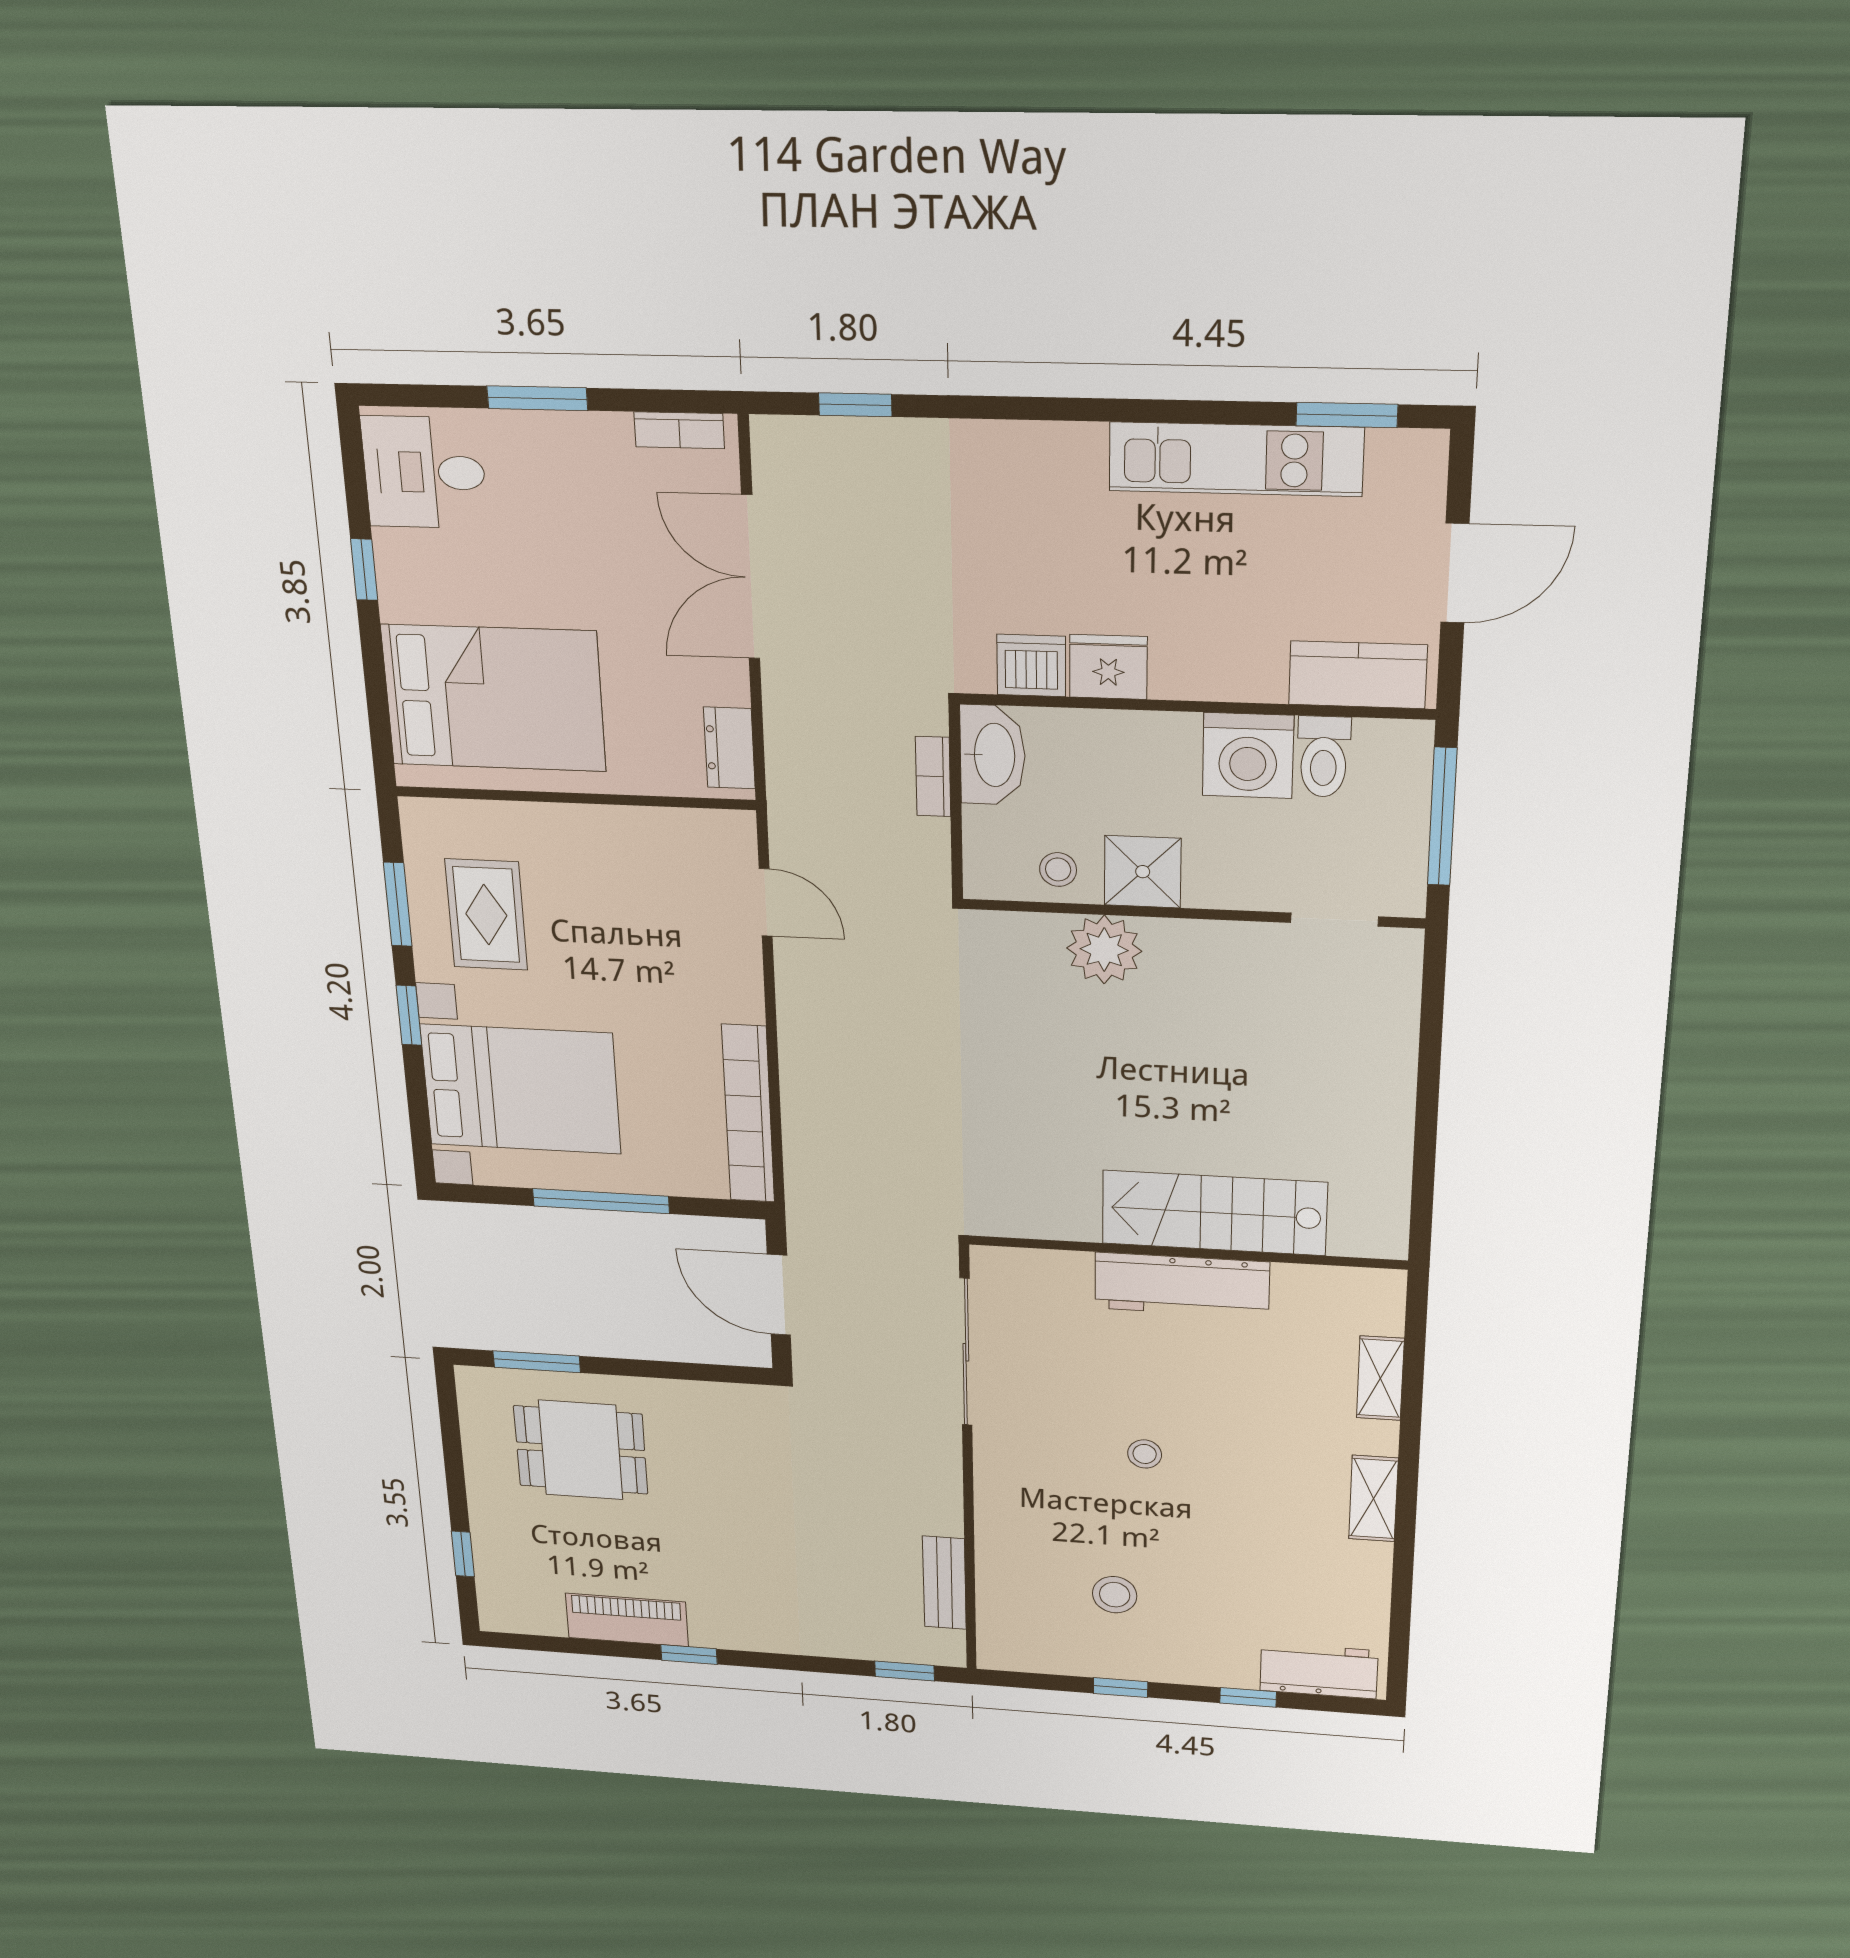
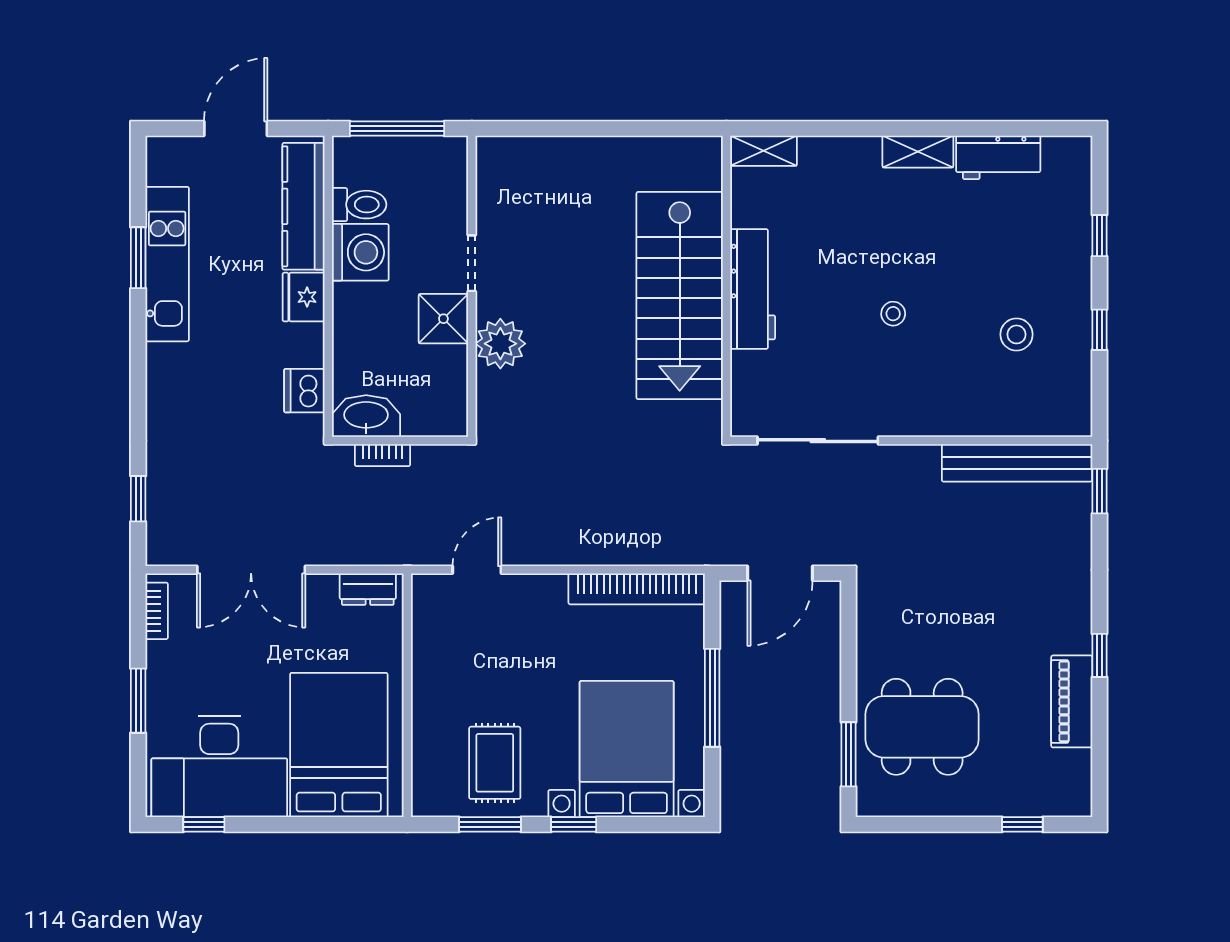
window: (1347, 415) -> (138, 258), moved
desk: (424, 472) -> (219, 766), width x1.87, depth x1.30
window: (364, 570) -> (204, 824), moved
door: (1455, 573) -> (236, 128), hinge flipped
fridge: (1108, 667) -> (304, 297), moved
kitchen counter: (1358, 675) -> (304, 206), width x1.50
stool: (1058, 869) -> (444, 374), removed
rug: (486, 915) -> (495, 763), turned 90
doorway: (1335, 920) -> (472, 263), moved
stairs: (1214, 1213) -> (680, 296), width x1.36, depth x1.51
shelving: (1380, 1378) -> (764, 151), moved
dining table: (581, 1450) -> (922, 727), width x1.38
bench: (944, 1583) -> (1017, 463), width x1.86, depth x1.21
workbench: (1319, 1671) -> (998, 157), moved, turned -90

